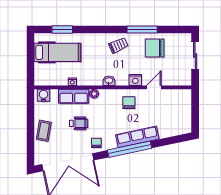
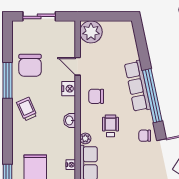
plant: (182, 98) -> (91, 32), added
wheelchair: (79, 123) -> (110, 126), moved

